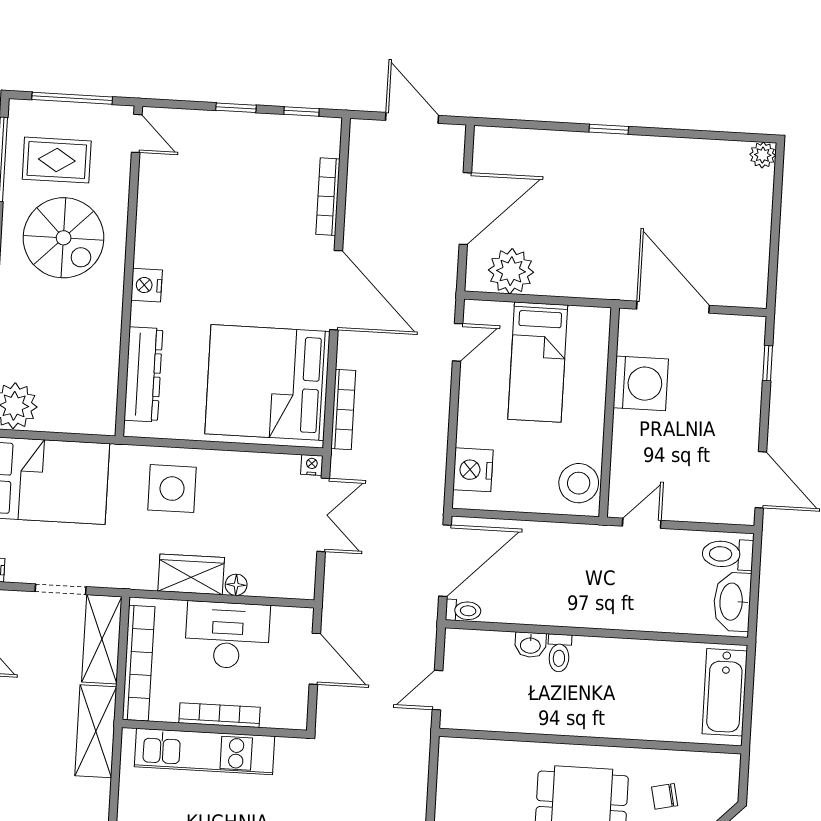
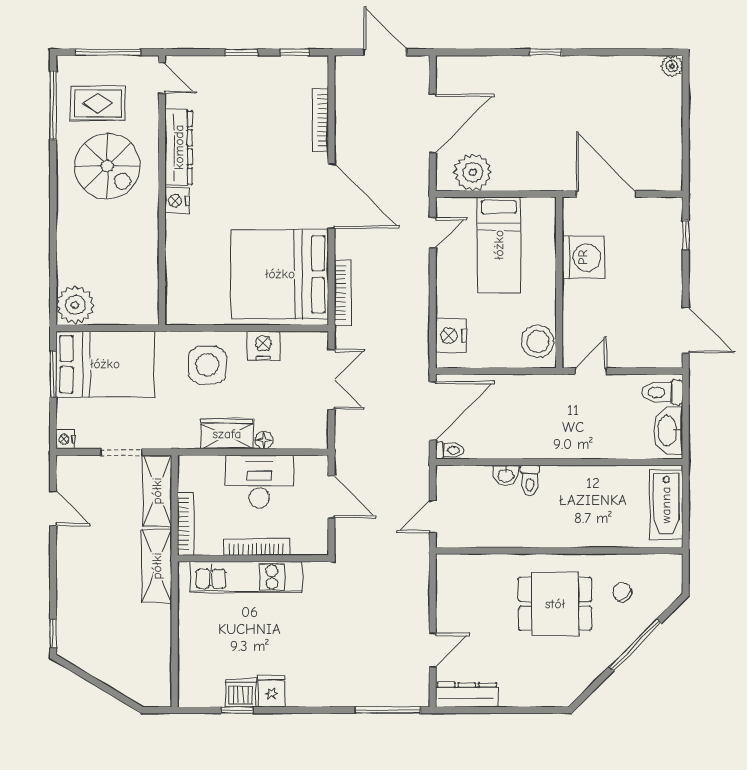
dresser: (143, 374) -> (179, 147), moved
nightstand: (312, 465) -> (263, 346), moved, width x1.89, depth x1.79
bookcase: (138, 663) -> (186, 524), width x0.68, depth x0.76
chair: (665, 796) -> (622, 592), turned 61

